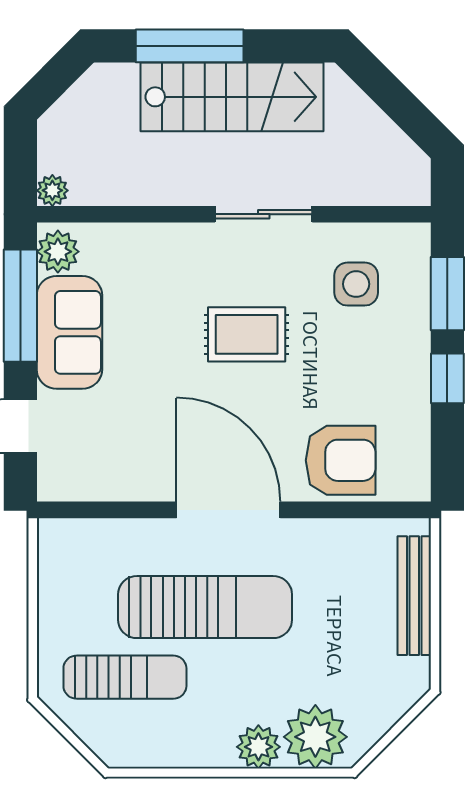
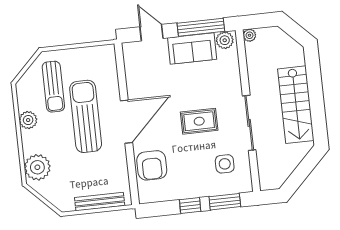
window: (190, 46) -> (315, 85), removed
sliding door: (264, 214) -> (249, 123), width x1.37
rug: (247, 334) -> (199, 121), turned 90
sun lounger: (205, 607) -> (86, 116), turned 180
plant: (258, 747) -> (28, 120), moved

